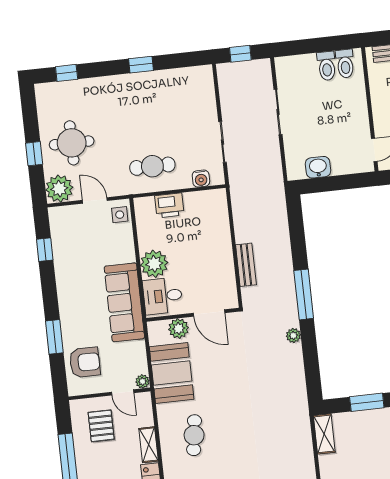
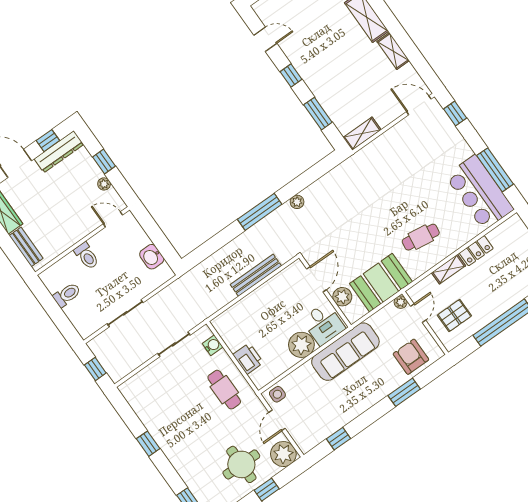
toilet: (345, 64) -> (87, 256), moved, turned 90
bench: (246, 265) -> (256, 275), width x1.36

